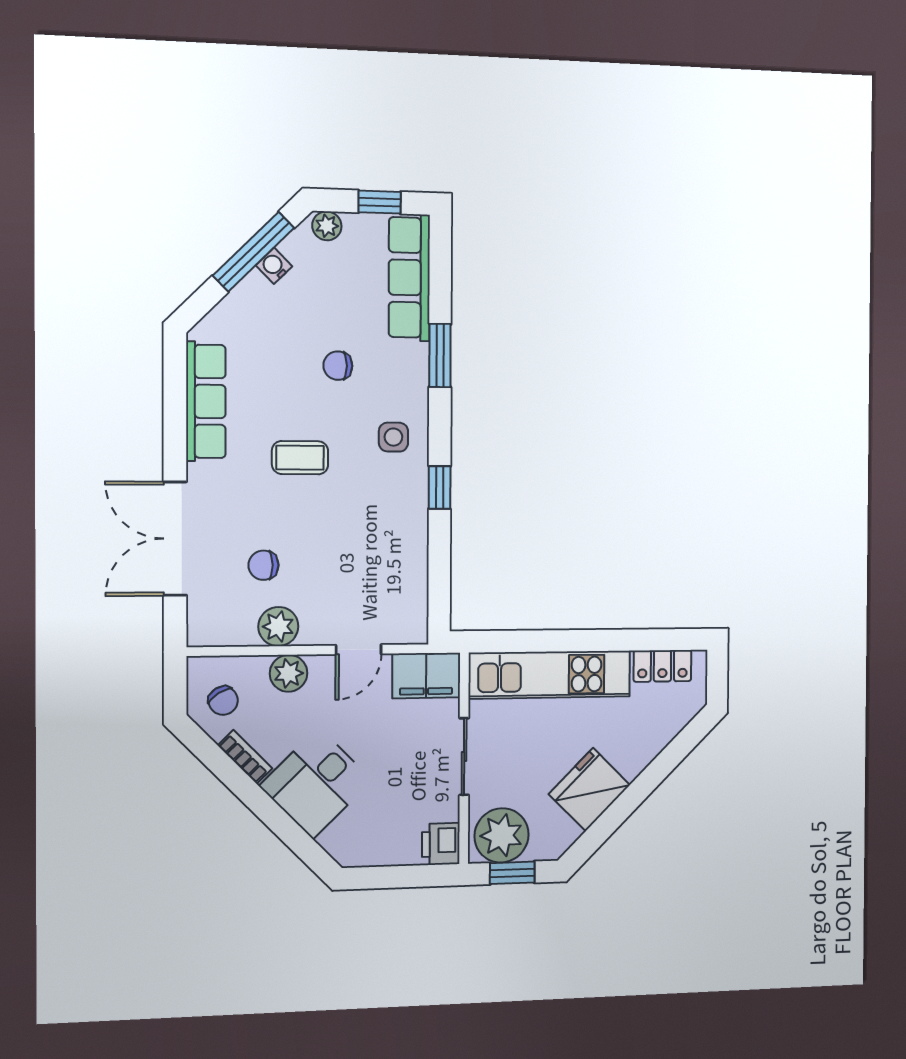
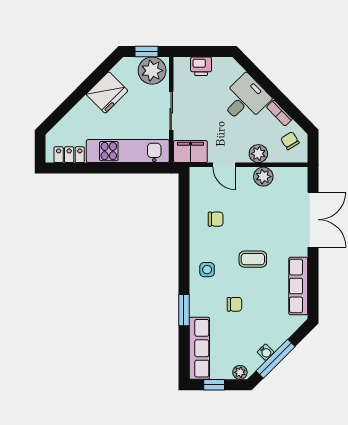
window: (440, 488) -> (184, 245), removed
chair: (263, 565) -> (216, 219), moved
door: (359, 650) -> (224, 165), swing flipped
printer: (441, 844) -> (201, 66), moved, turned 90

